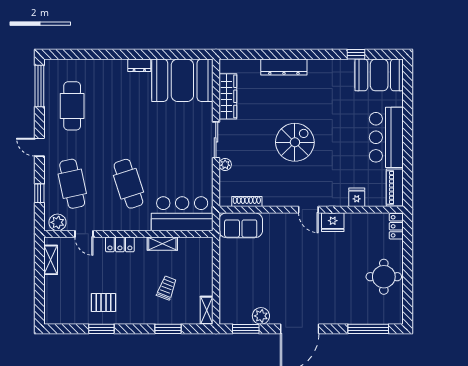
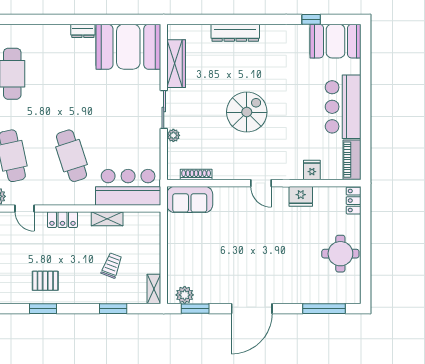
fridge: (333, 222) -> (301, 196), moved
plant: (261, 316) -> (185, 295), moved

